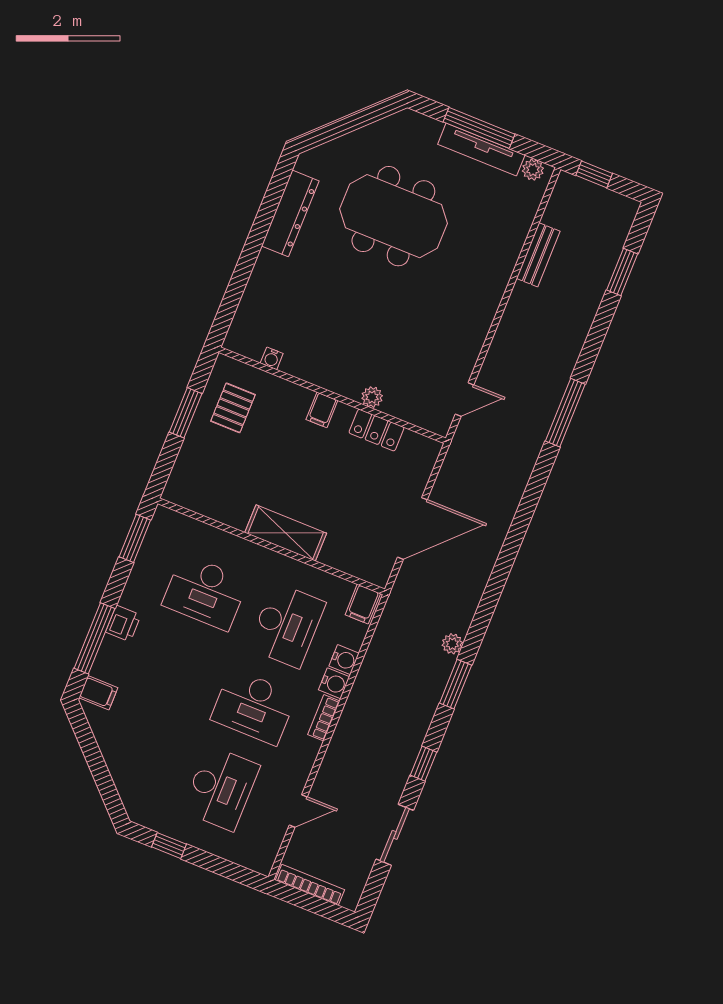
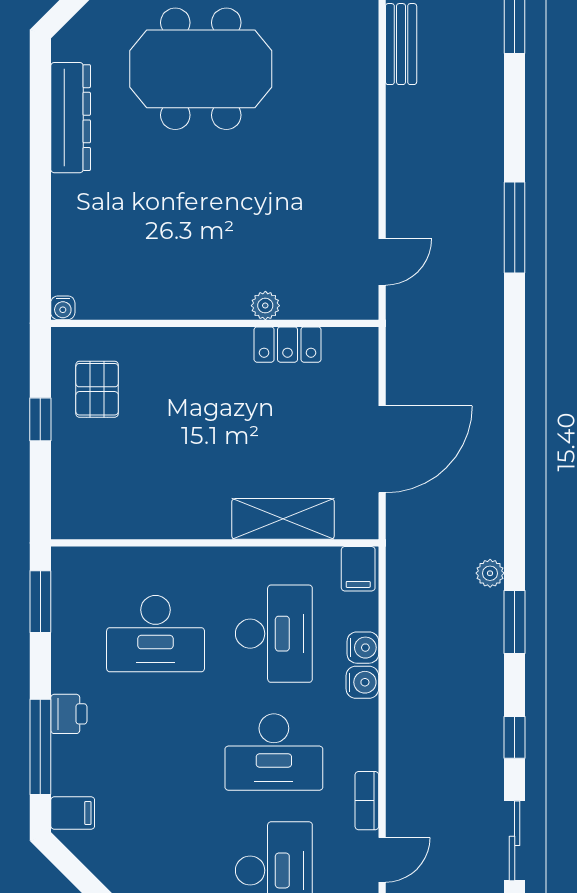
water cooler: (272, 358) -> (63, 308), moved
filing cabinet: (322, 410) -> (209, 347), removed
window: (186, 413) -> (40, 419), width x0.67
shelving: (286, 533) -> (283, 519), moved
bookcase: (324, 718) -> (367, 801), moved

